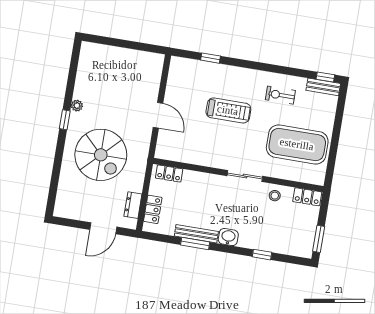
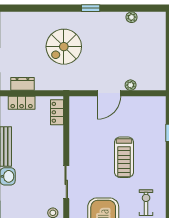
plant: (153, 91) -> (131, 85), added
plant: (77, 106) -> (132, 17), moved
spiral stairs: (101, 155) -> (64, 47), width x0.73, depth x0.73

